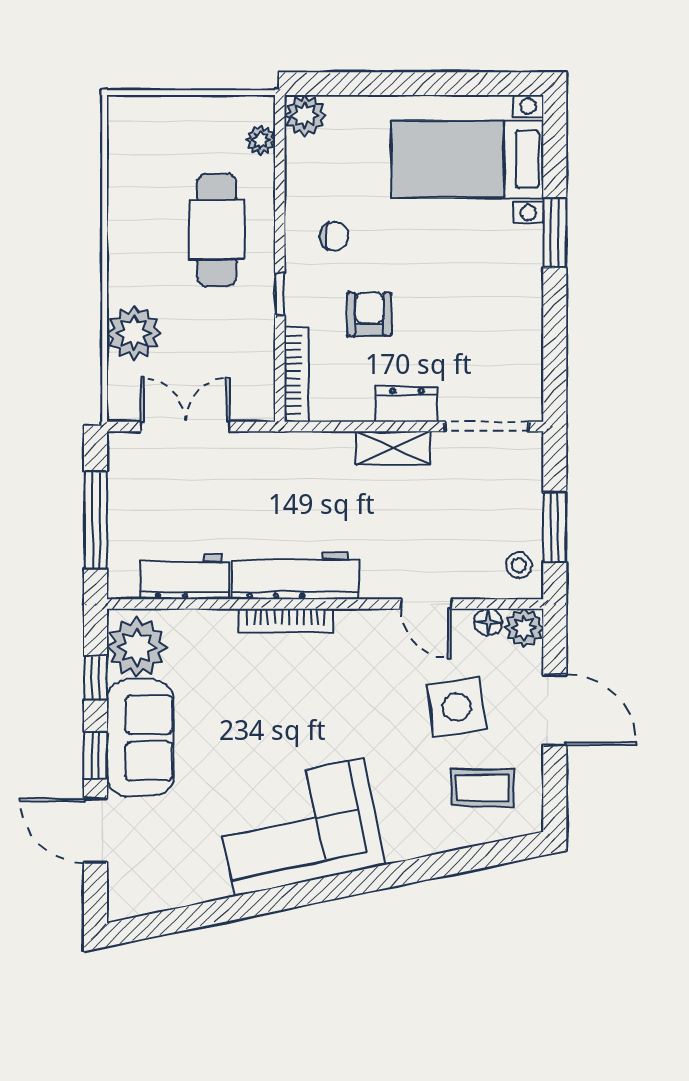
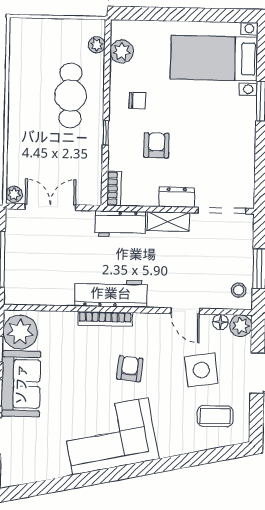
plant: (305, 115) -> (122, 51), moved
plant: (134, 333) -> (14, 194), moved, width x0.53, depth x0.53
bookcase: (296, 375) -> (114, 189), width x0.64
workbench: (185, 577) -> (120, 224), moved, turned 180
armchair: (331, 708) -> (130, 369), added

